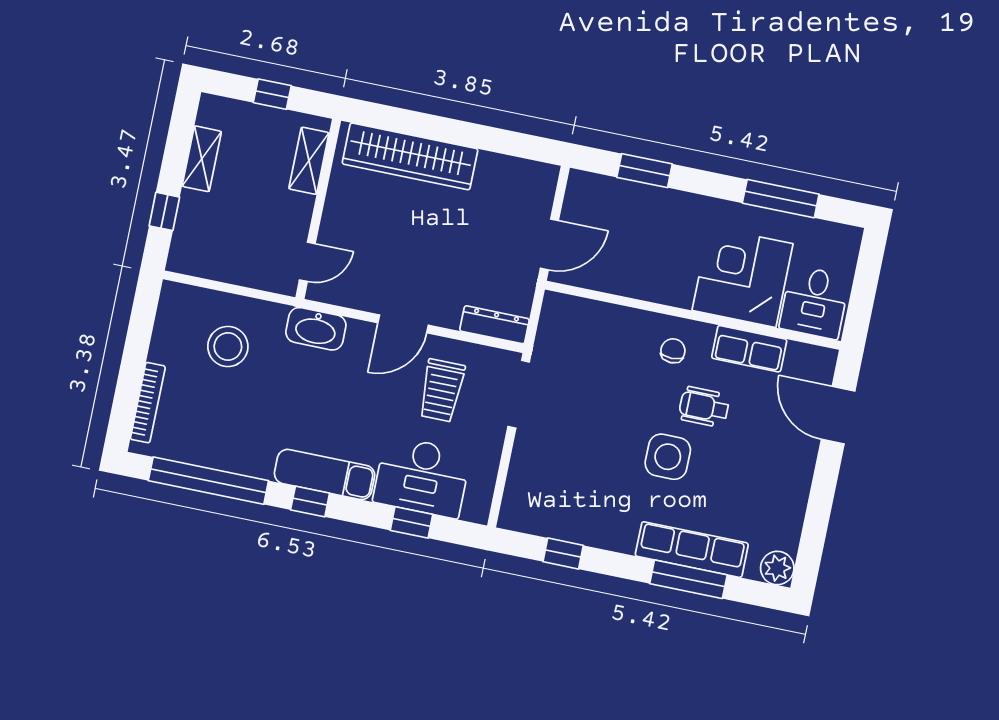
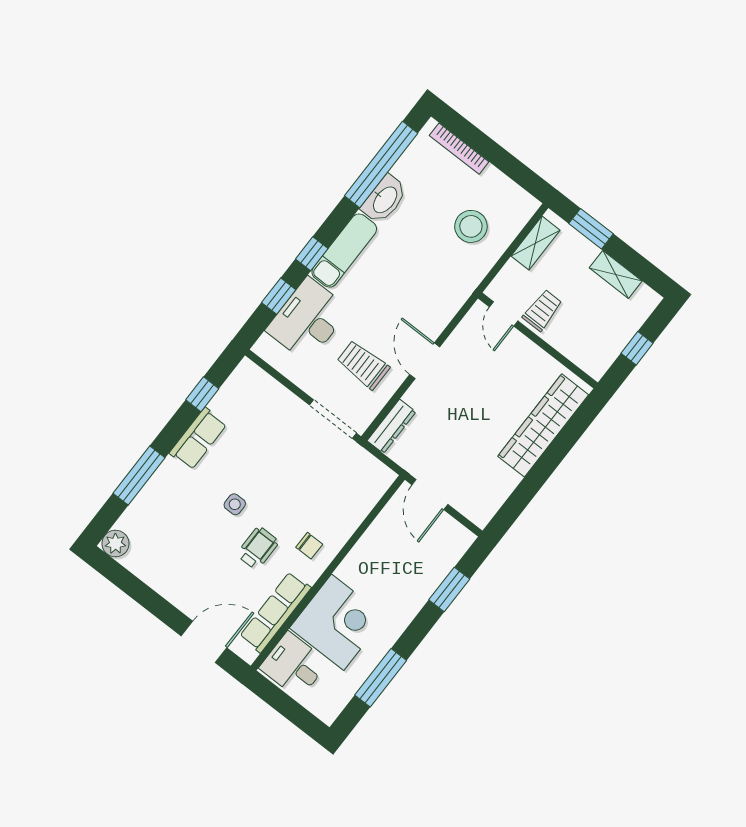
shelving: (309, 161) -> (536, 243), moved, turned 90
window: (164, 211) -> (591, 229), width x1.50
trolley: (282, 221) -> (542, 310), added
washbasin: (316, 329) -> (384, 199), moved, turned 180
row of seats: (749, 349) -> (275, 612), width x1.48
side table: (668, 457) -> (235, 504), width x0.54, depth x0.54
window: (310, 502) -> (312, 254), moved
row of seats: (692, 550) -> (198, 439), moved, width x0.68

